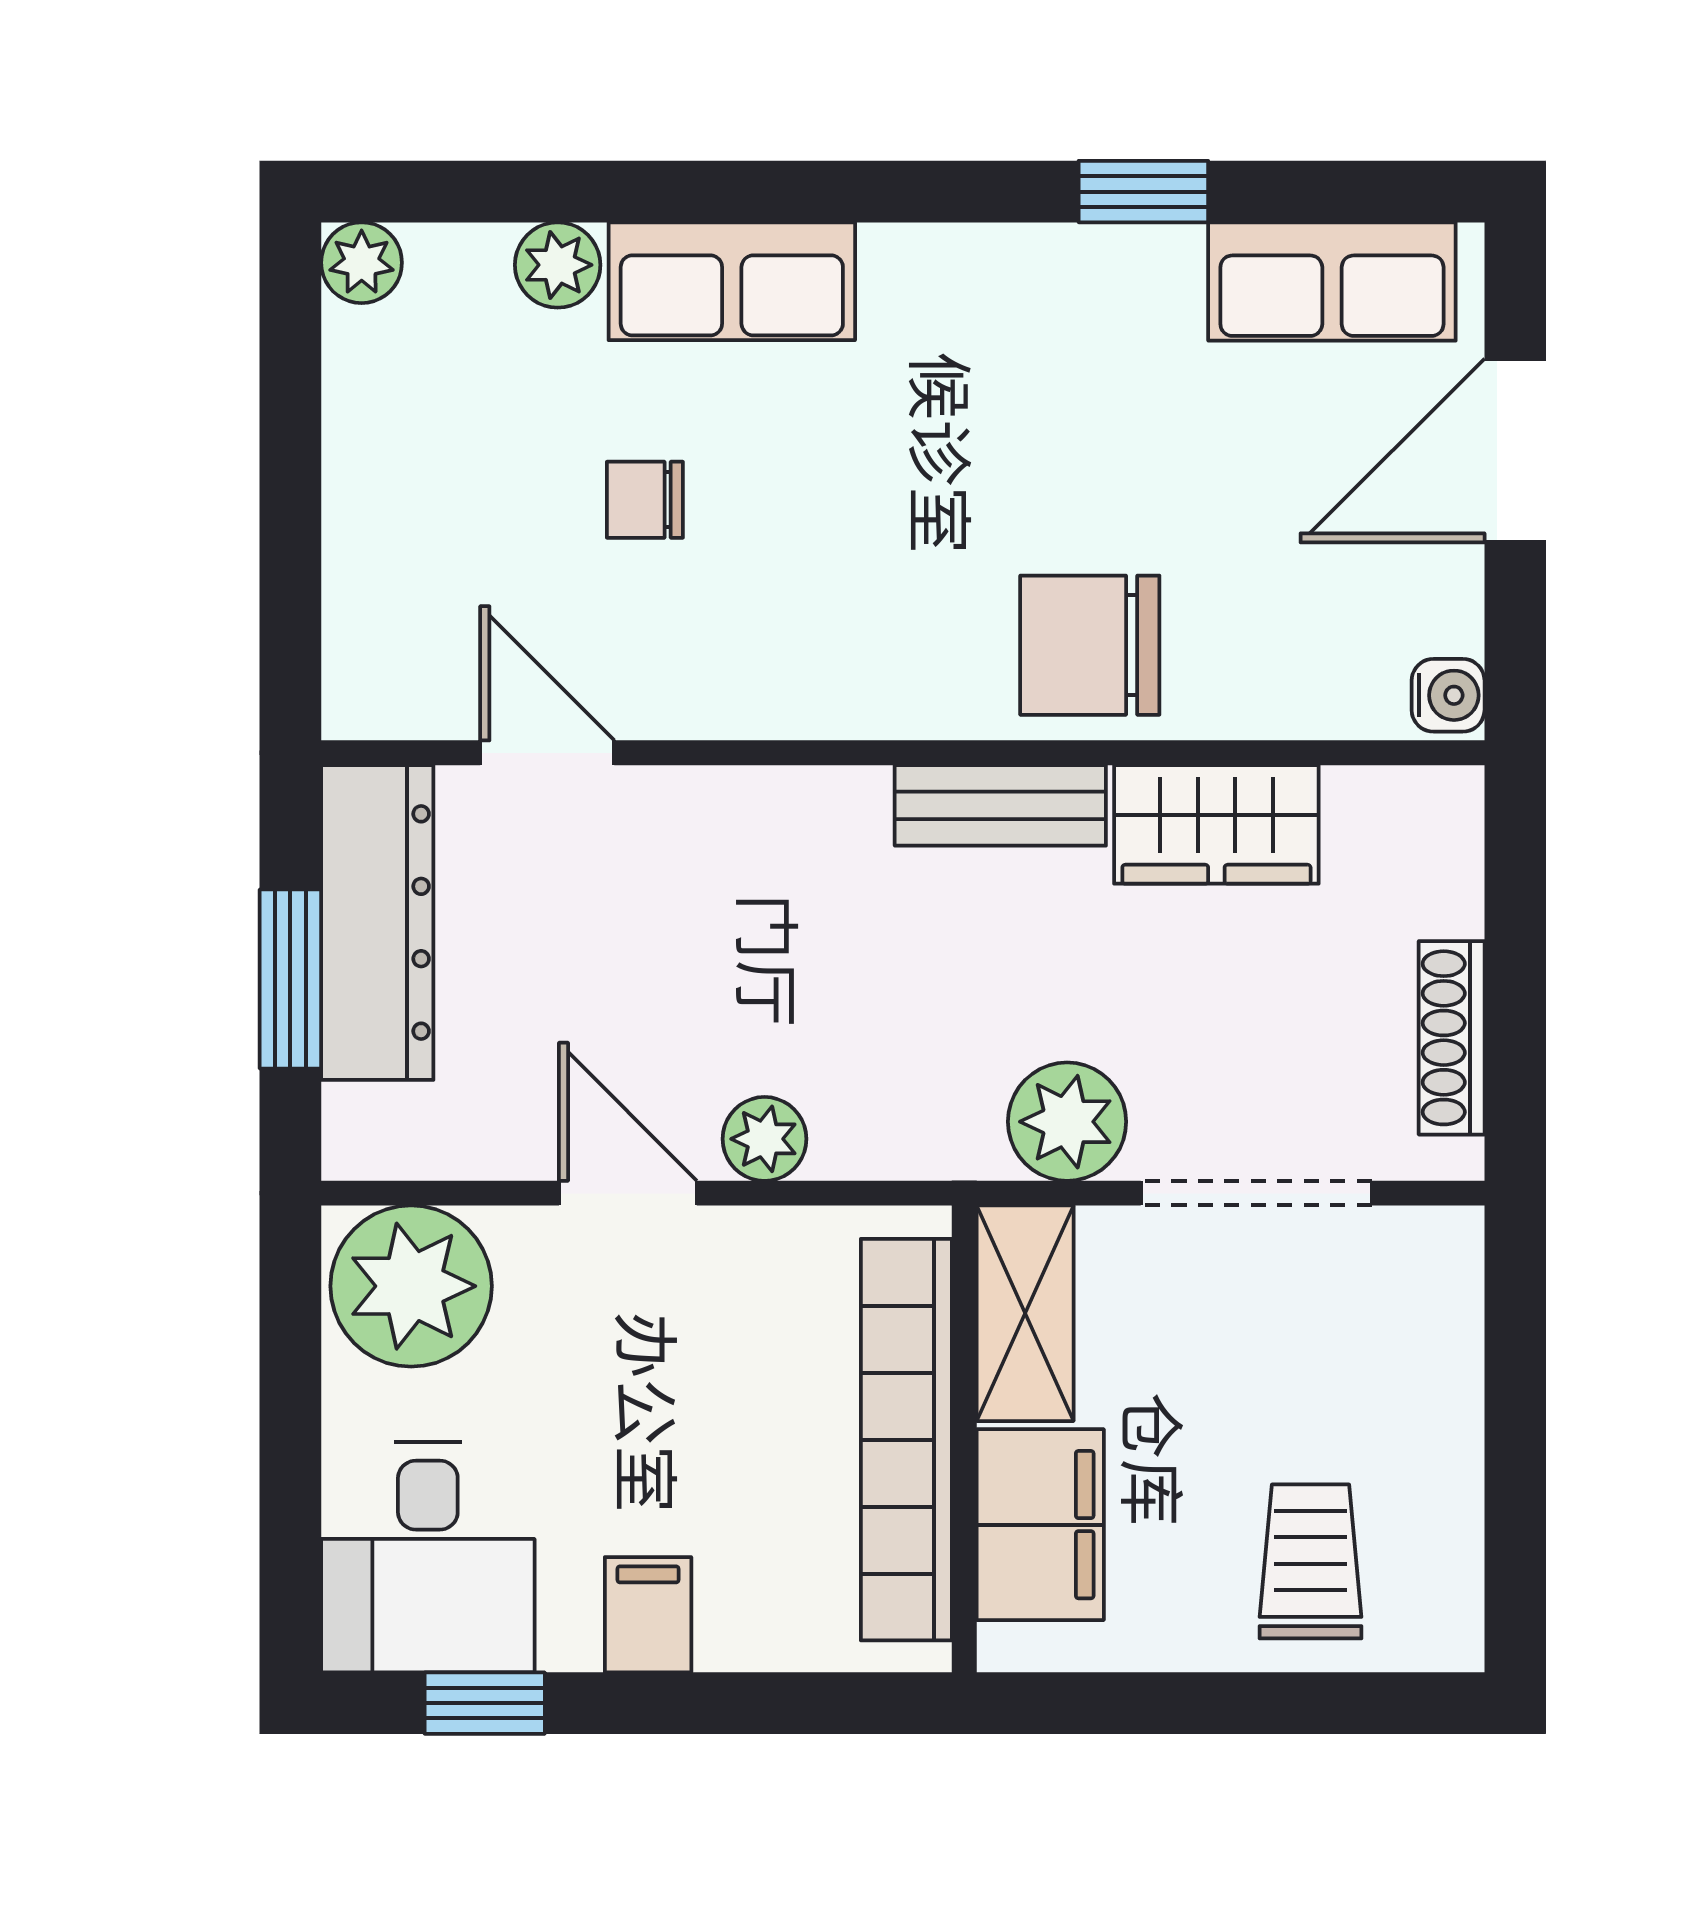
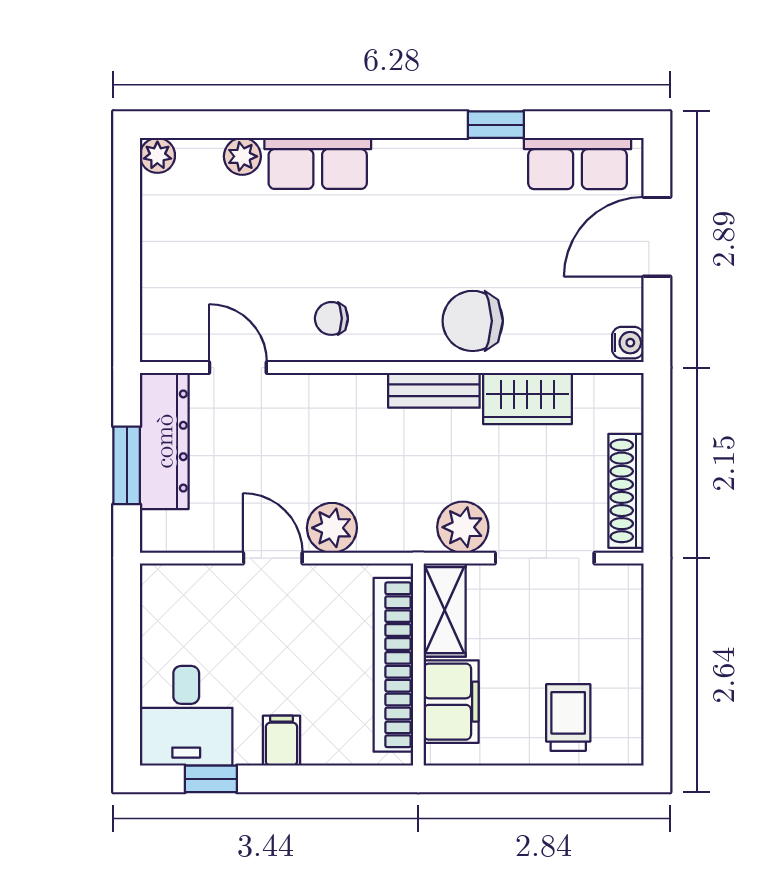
chair: (645, 500) -> (331, 318), moved
shoe rack: (1452, 1038) -> (626, 491), width x1.36, depth x1.24
plant: (765, 1139) -> (332, 528), width x1.38, depth x1.38
plant: (411, 1286) -> (179, 598), removed

